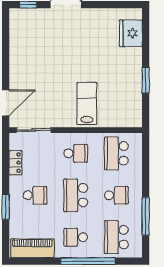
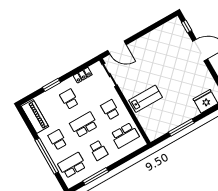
window: (146, 80) -> (181, 127), width x1.44
school desk: (76, 153) -> (110, 110), turned 180
school desk: (116, 153) -> (125, 135), turned 180
school desk: (35, 195) -> (69, 99), turned 180

